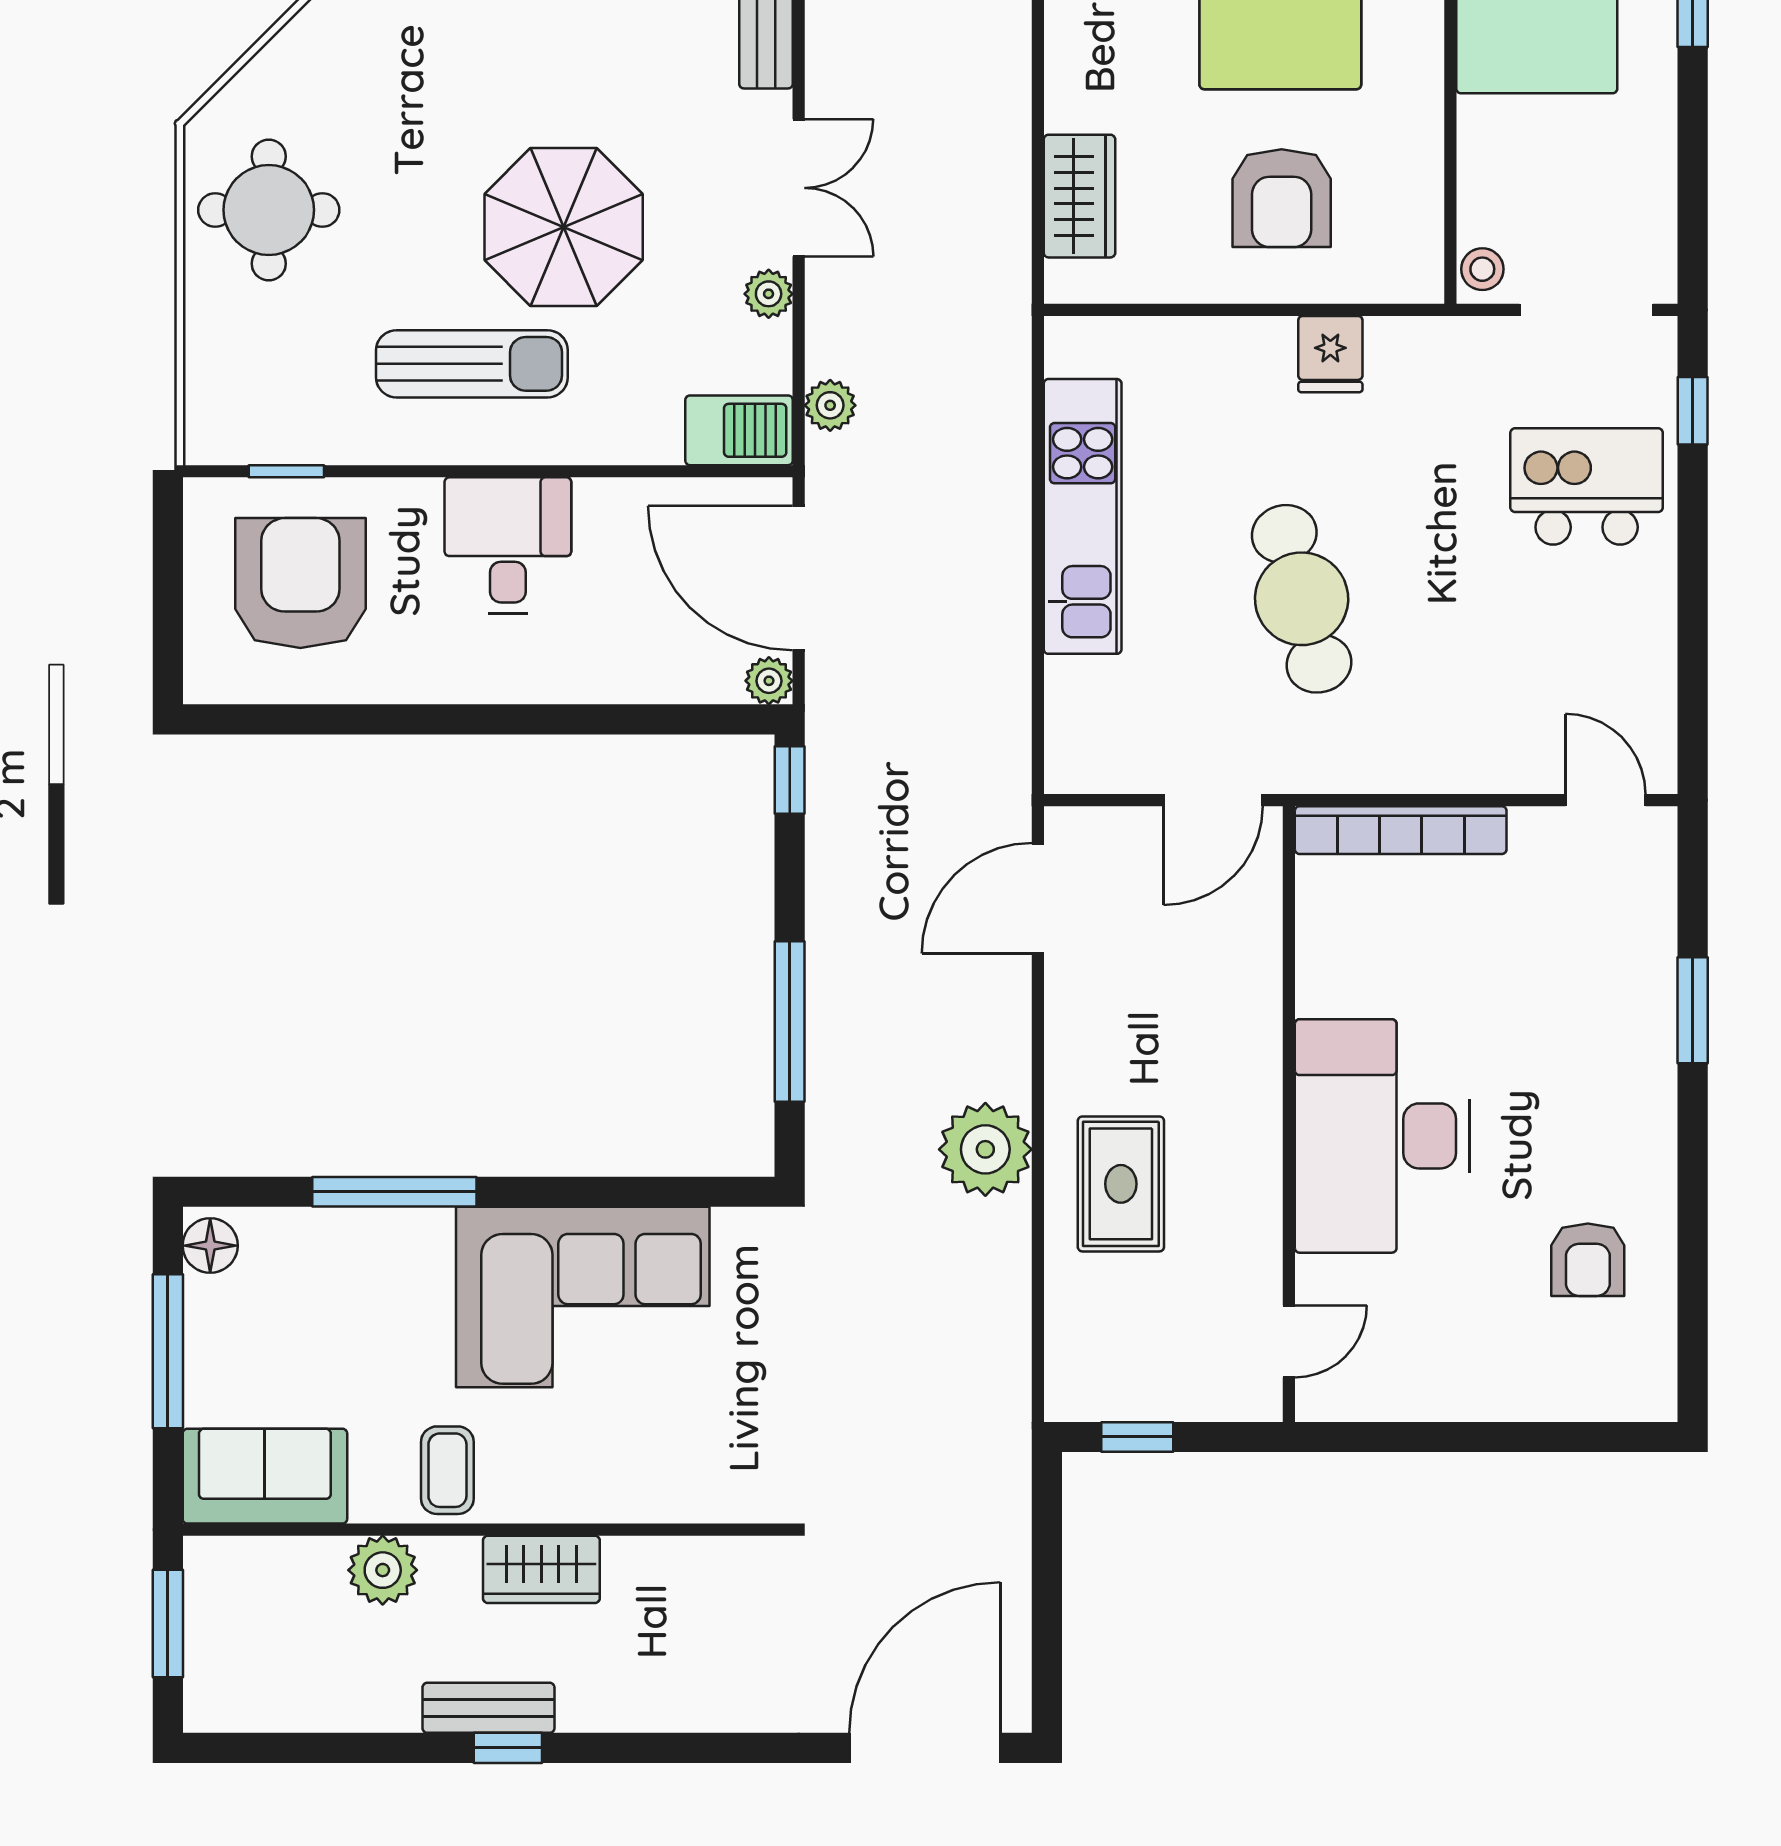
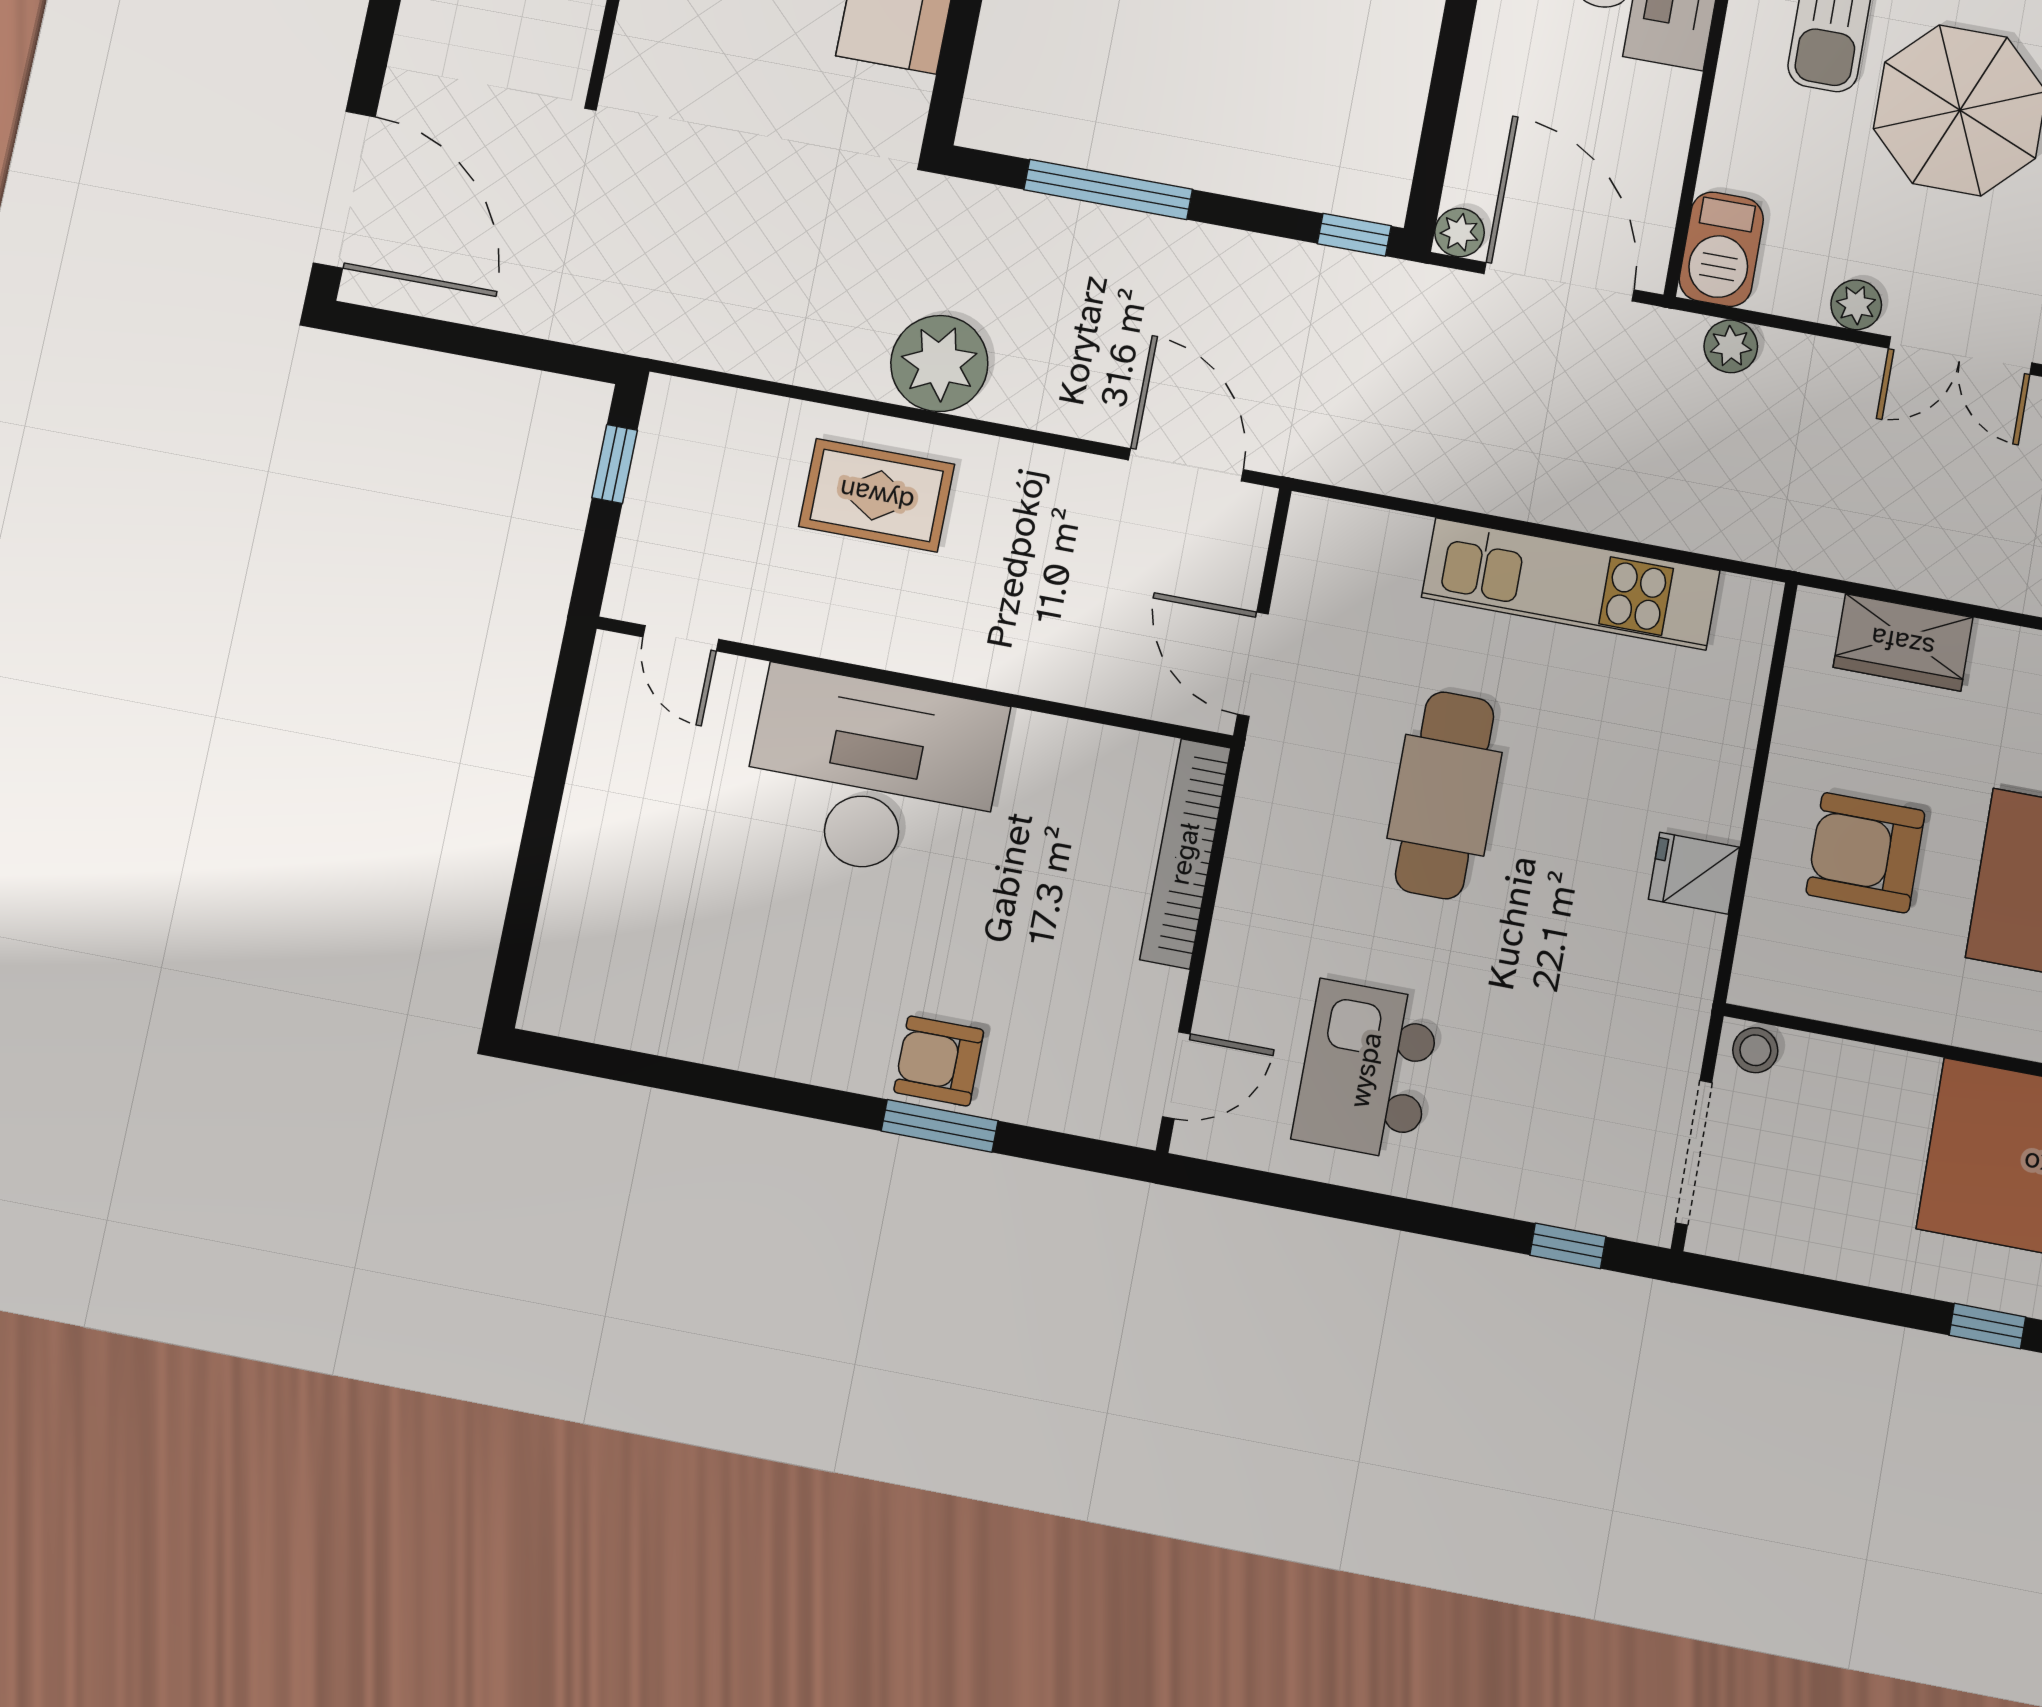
kitchen island: (1587, 486) -> (1366, 1070), moved, turned 180
door: (799, 578) -> (1559, 282), hinge flipped
cafe table: (1302, 599) -> (1445, 795), turned -75
armchair: (1588, 1260) -> (939, 1061), moved

